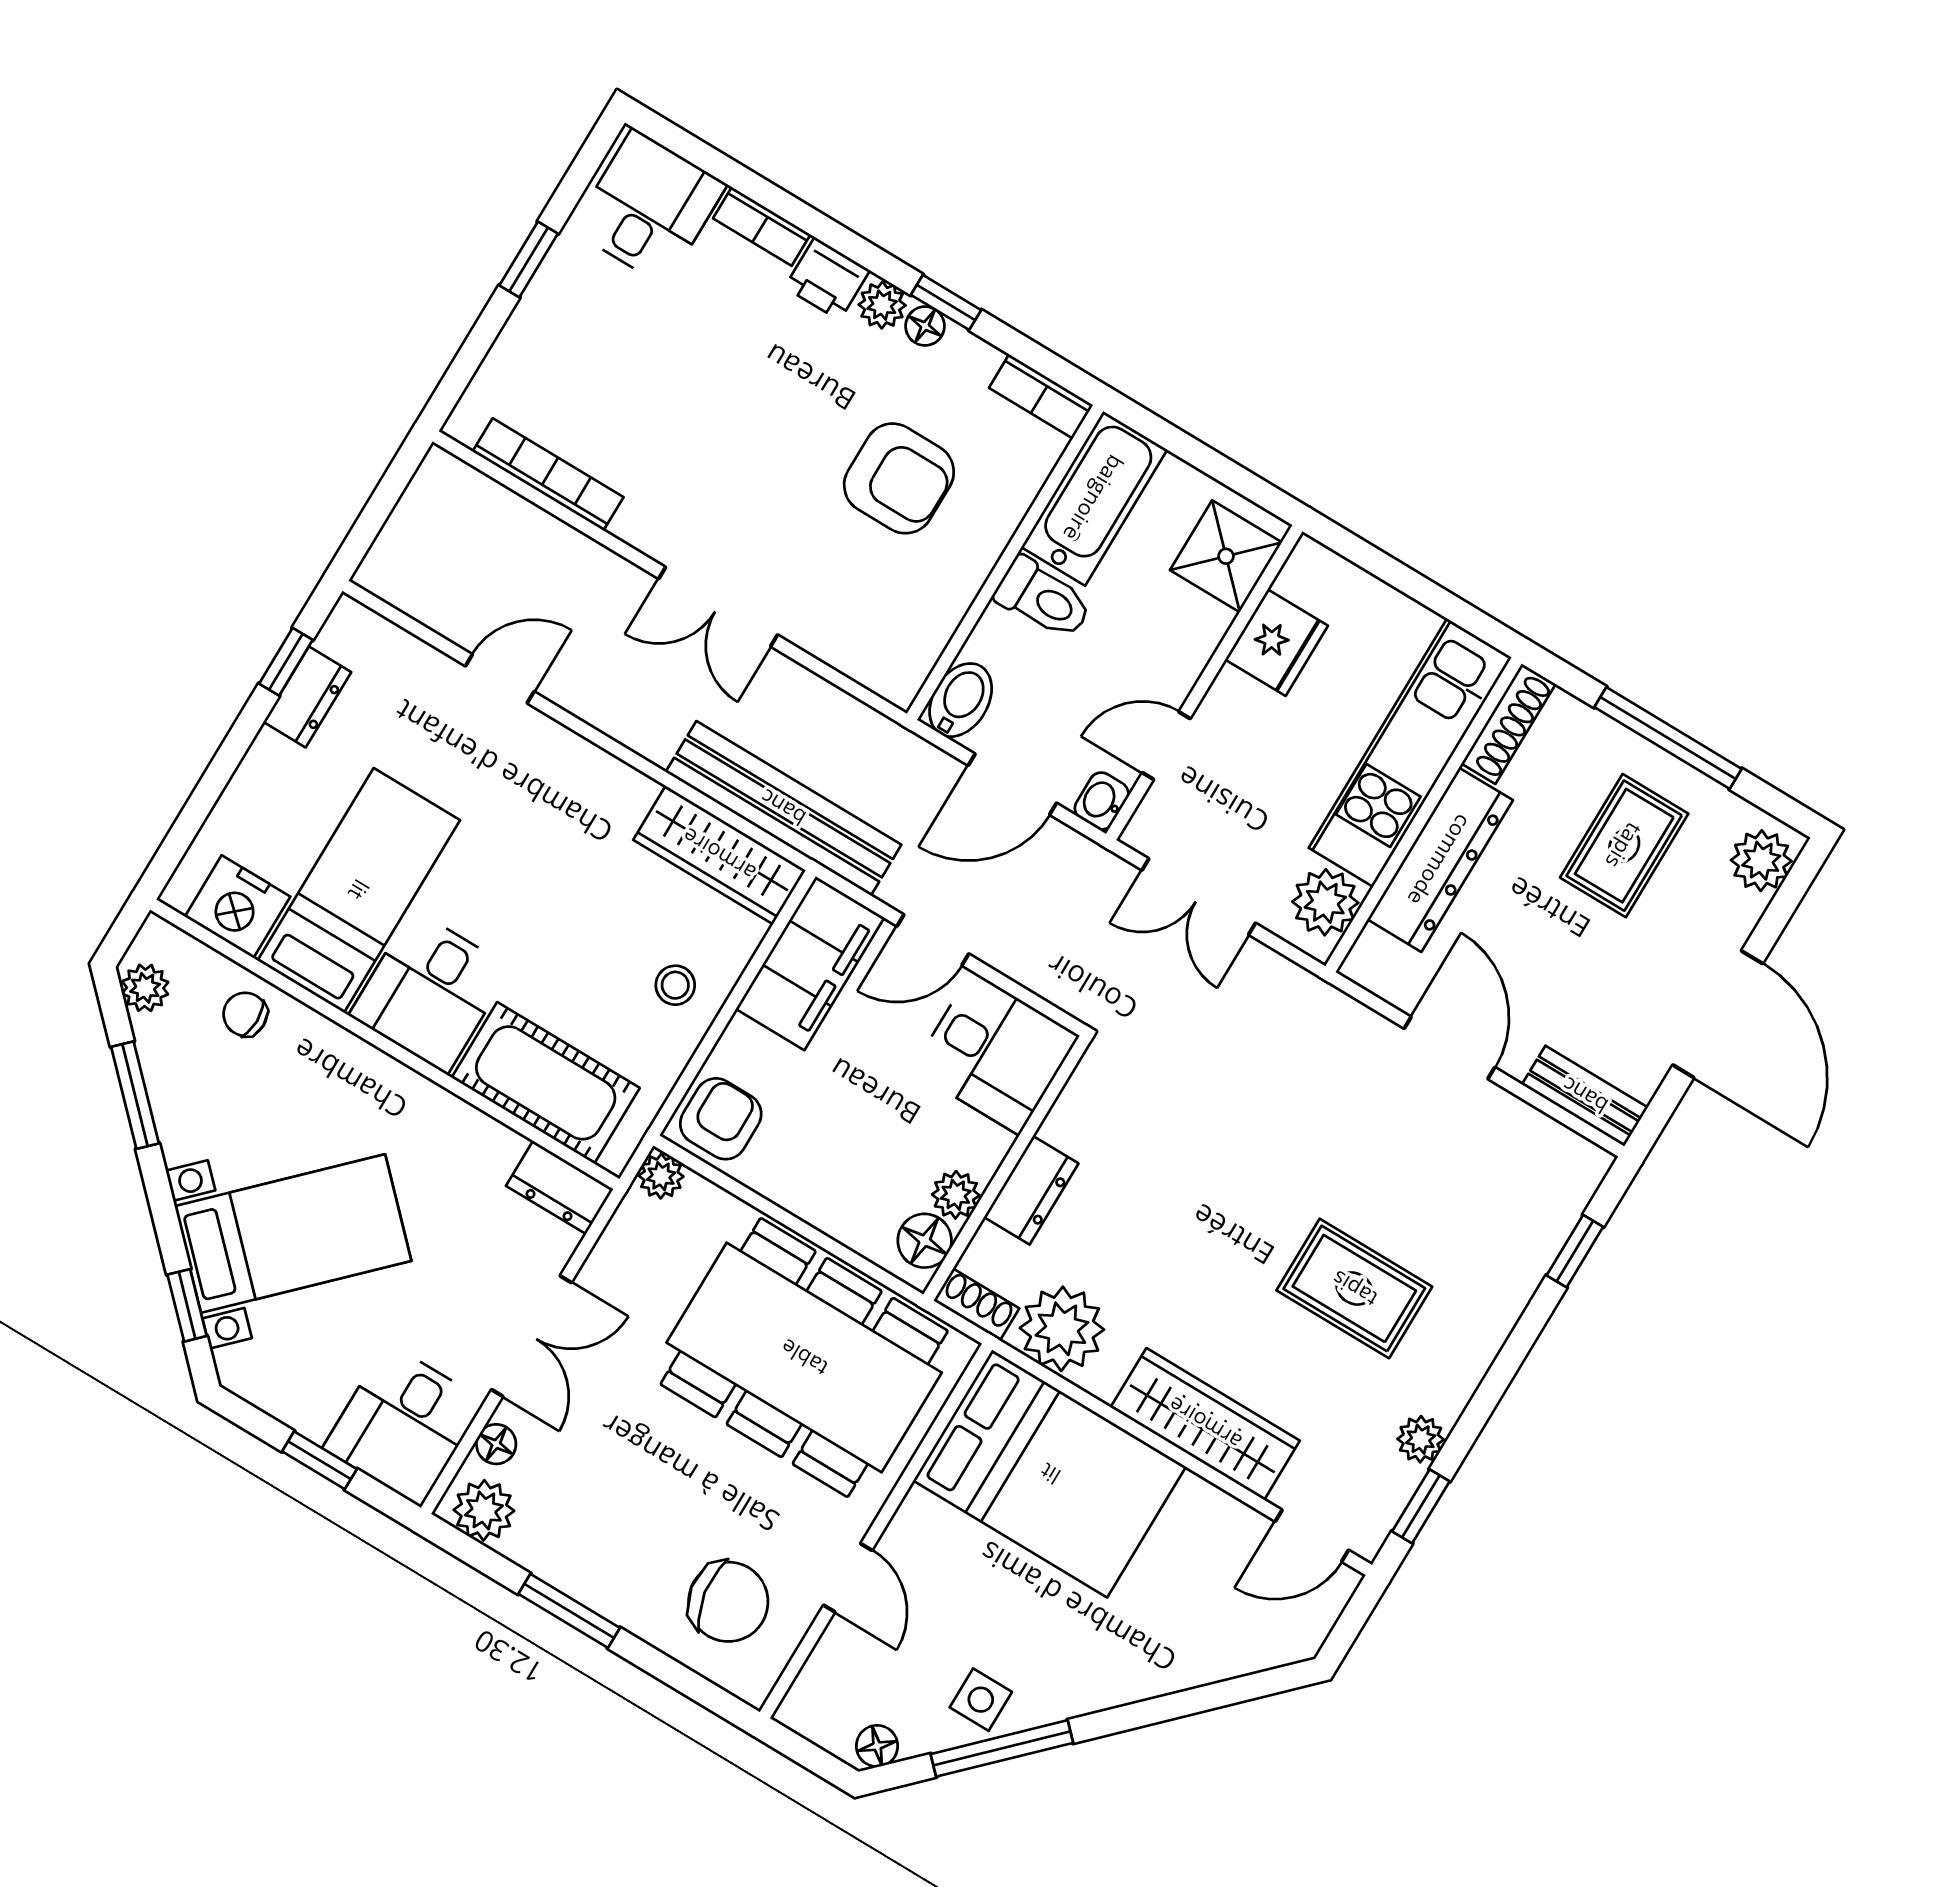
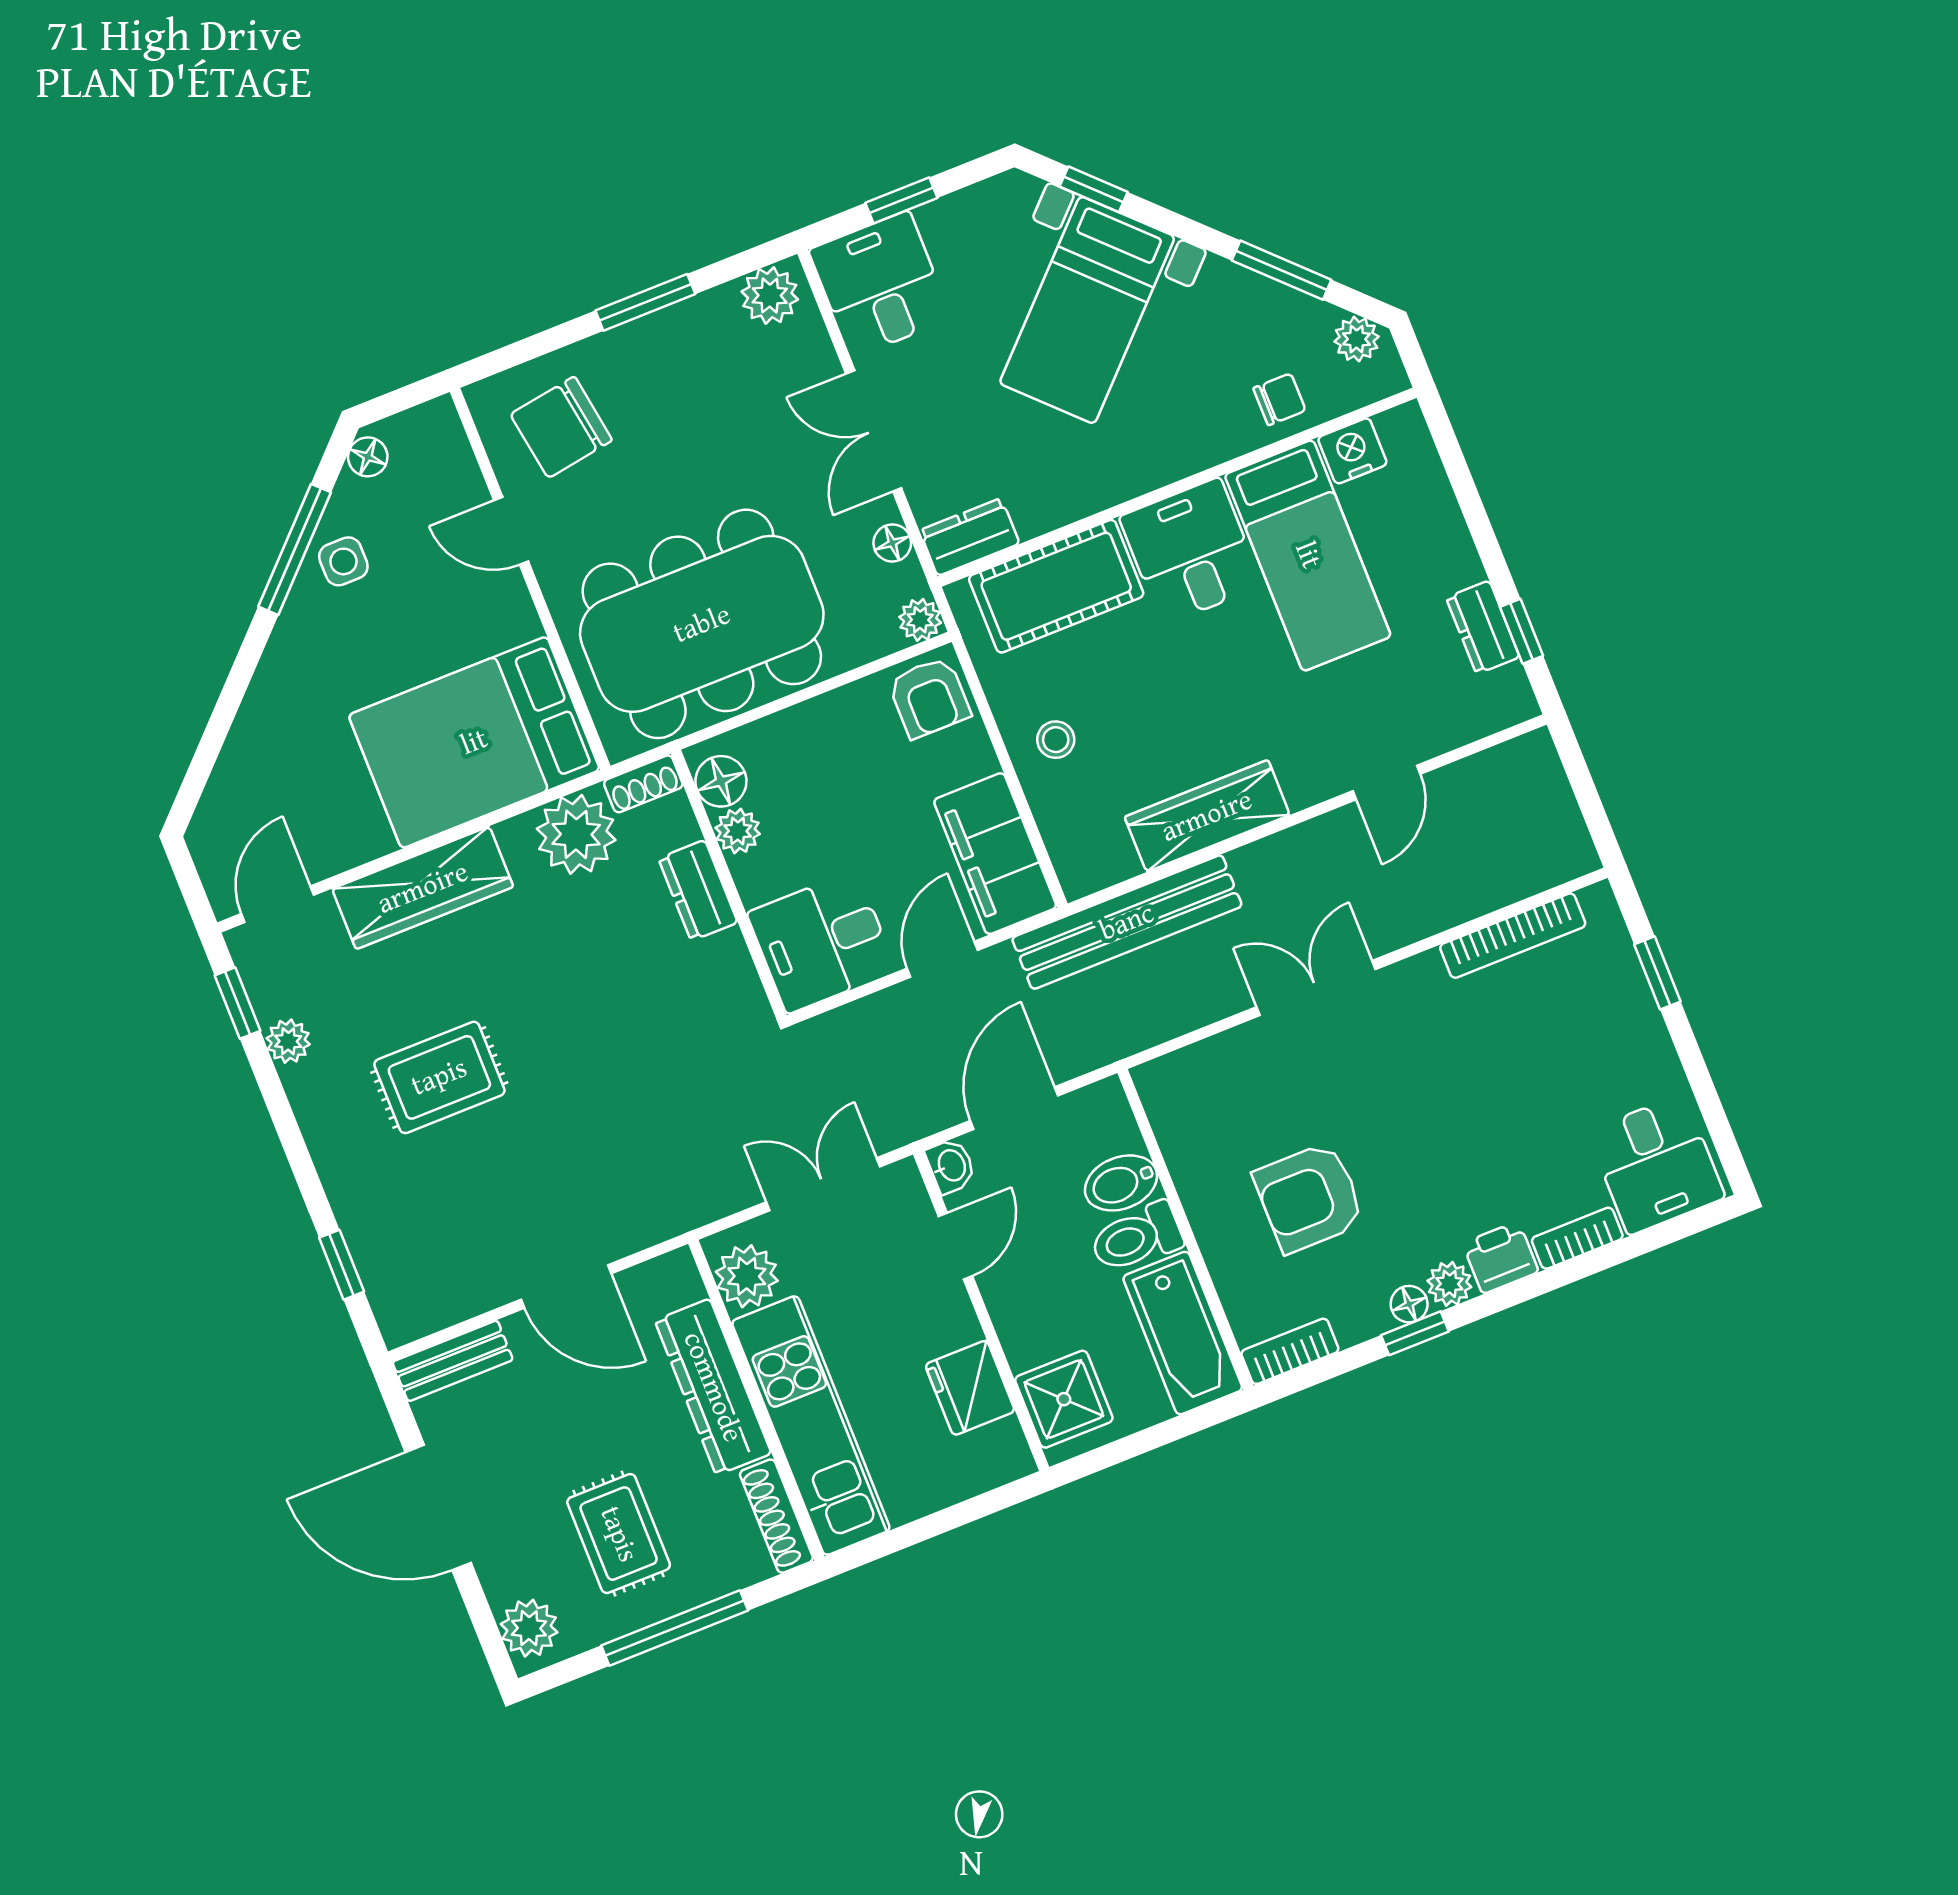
window: (529, 260) -> (1657, 973), moved
bidet: (961, 700) -> (1121, 1183), moved, turned 90
wardrobe: (719, 855) -> (1207, 816), moved
nightstand: (237, 907) -> (1352, 451), width x0.74, depth x0.75
floor lamp: (496, 1444) -> (892, 543), moved

